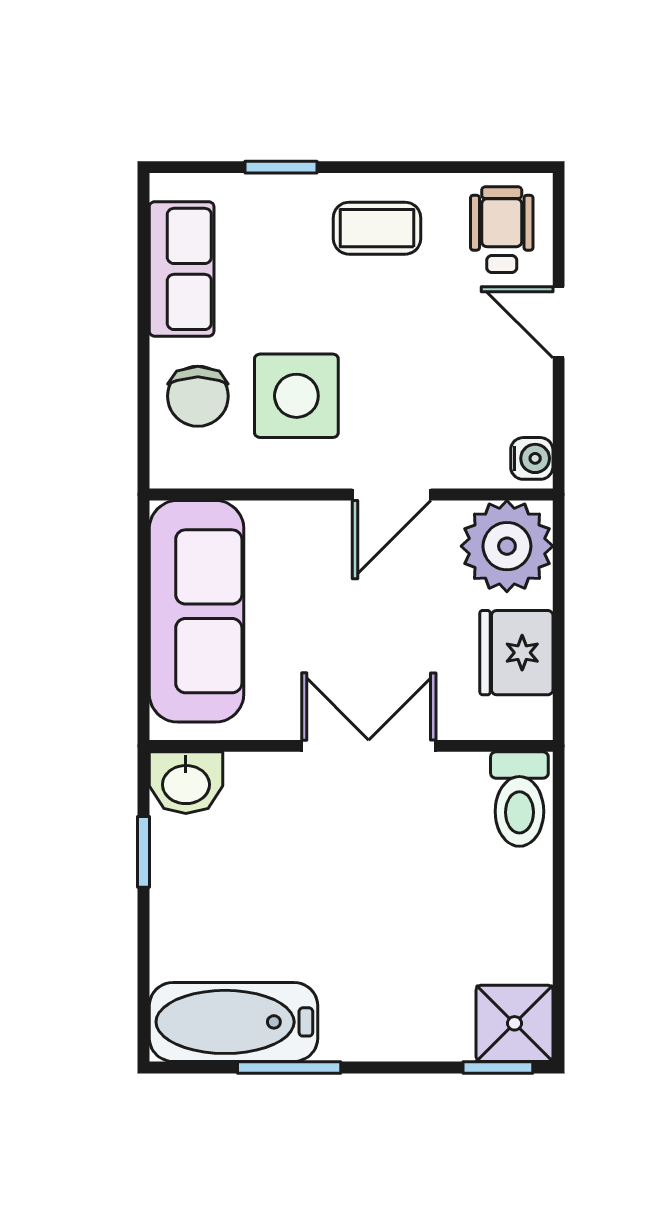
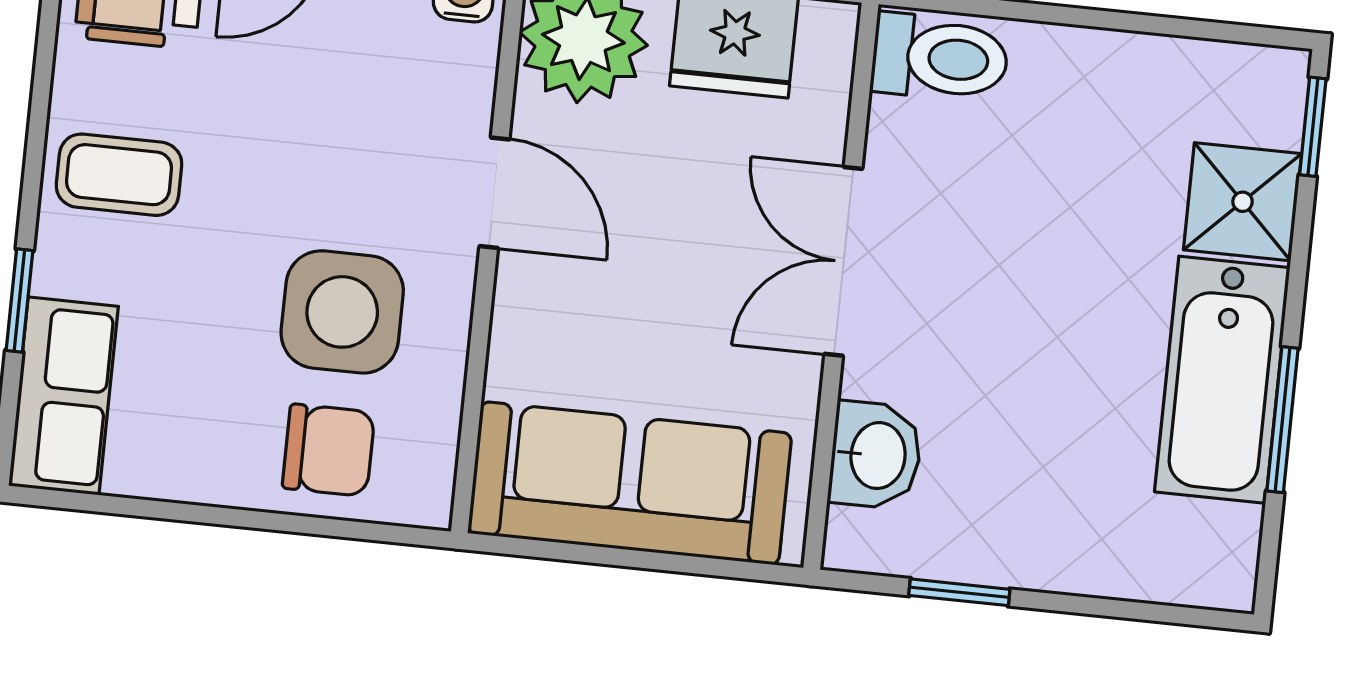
coffee table: (377, 228) -> (119, 175), turned 90
row of seats: (182, 269) -> (63, 396), moved, turned 90
washbasin: (186, 783) -> (875, 455), moved
bathtub: (234, 1022) -> (1222, 380), moved
shower: (514, 1023) -> (1243, 202), moved

